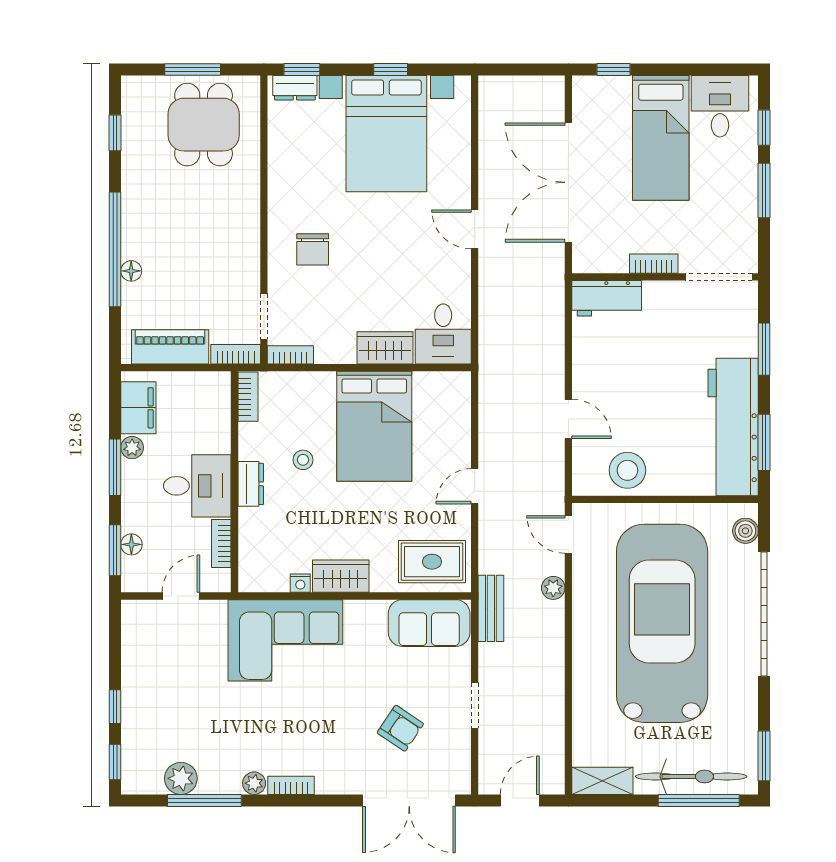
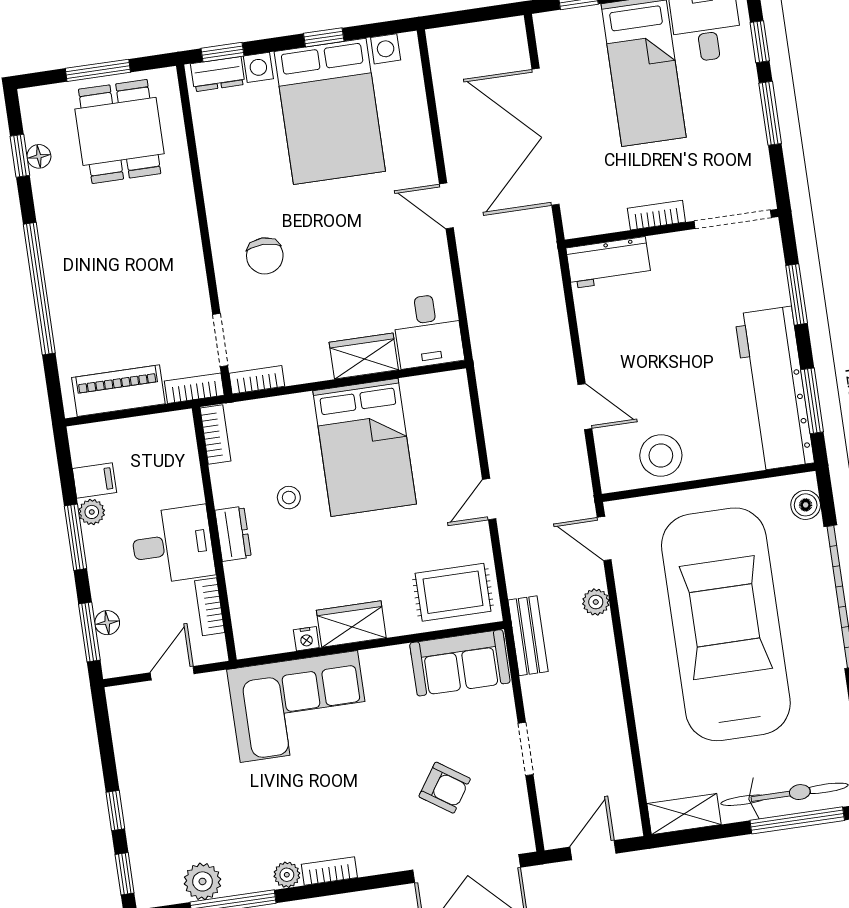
floor lamp: (131, 271) -> (39, 156), moved
filing cabinet: (138, 408) -> (94, 480), width x0.50

